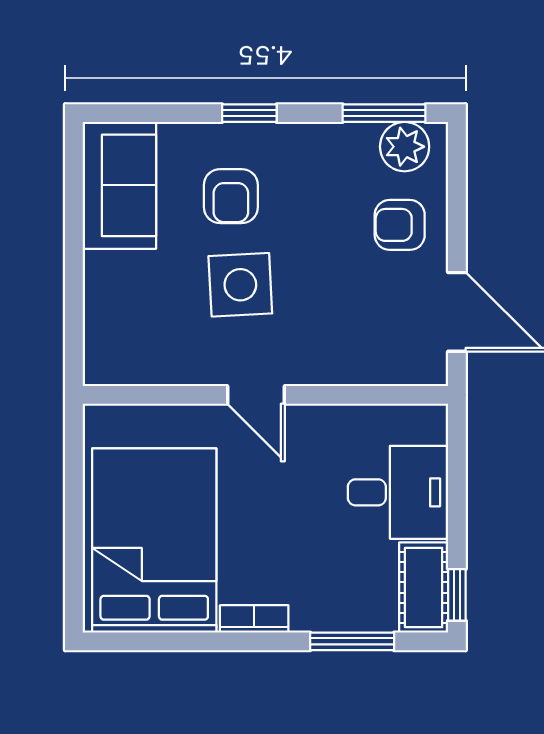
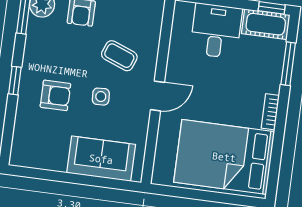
sofa: (119, 185) -> (101, 159), moved
side table: (240, 285) -> (101, 97), width x0.54, depth x0.54
coffee table: (325, 310) -> (119, 56), added

